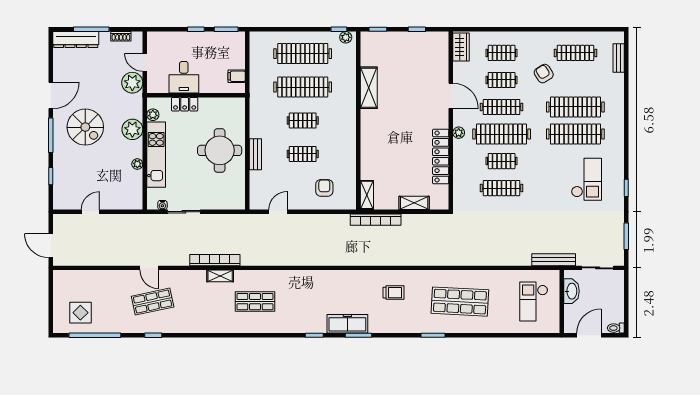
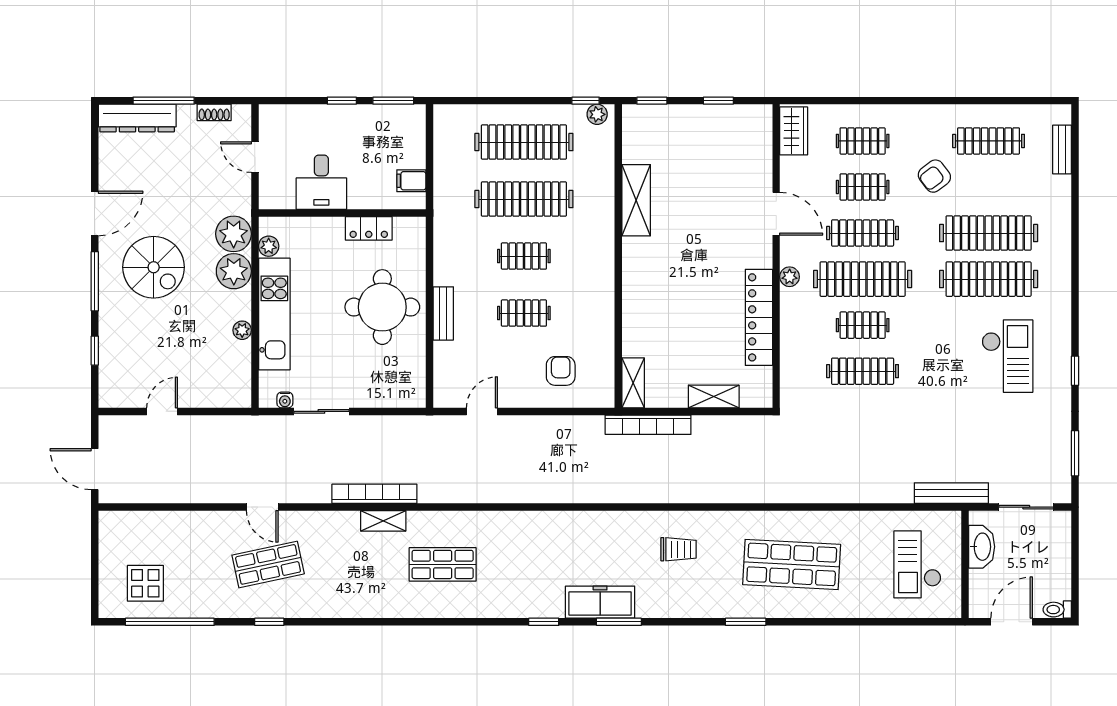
armchair: (544, 74) -> (934, 176), turned -95
plant: (132, 83) -> (234, 234), moved
locker: (185, 104) -> (369, 228), moved

